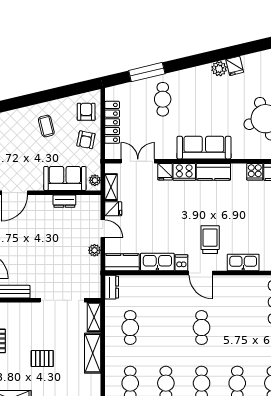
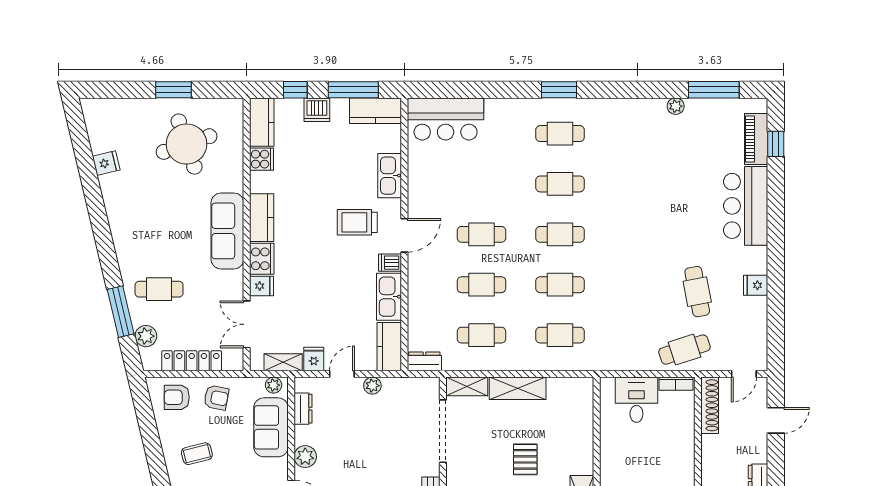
fridge: (235, 66) -> (106, 163), moved
plant: (219, 69) -> (146, 336), moved
dresser: (64, 201) -> (303, 409), moved
plant: (44, 203) -> (305, 457), added
cafe table: (166, 328) -> (481, 285), added

